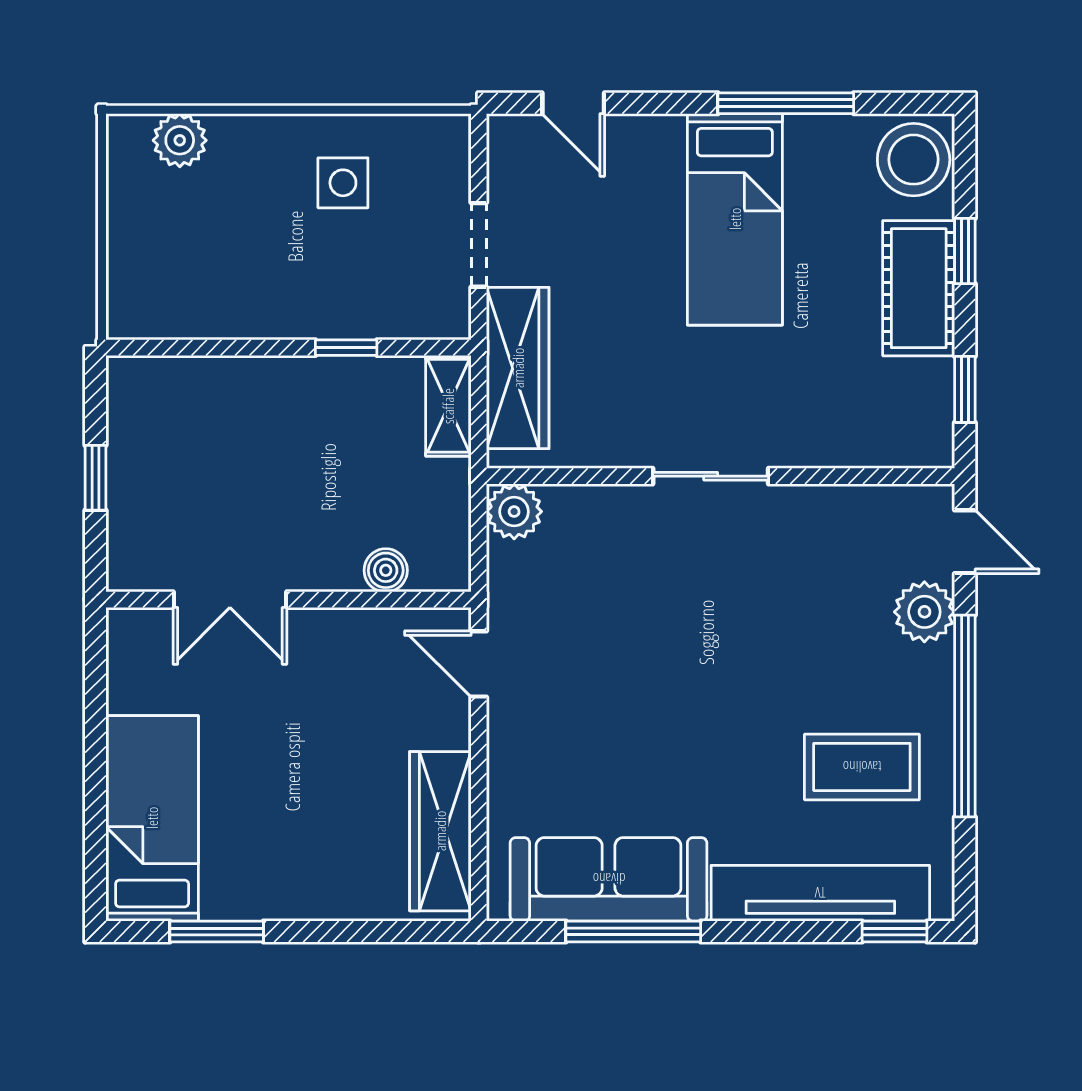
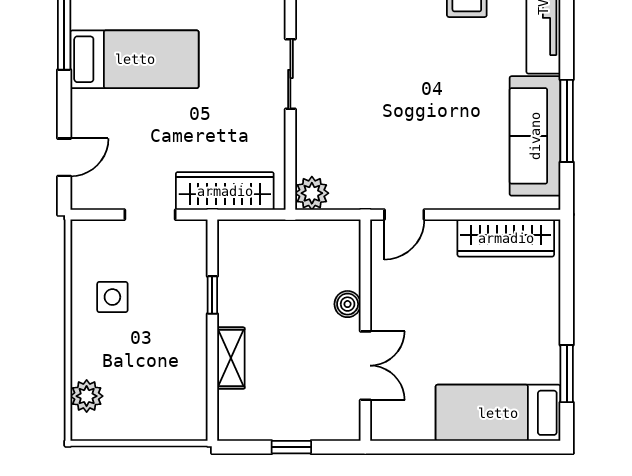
shelving: (448, 406) -> (231, 358), moved, turned 90
boiler: (386, 570) -> (348, 304), moved

